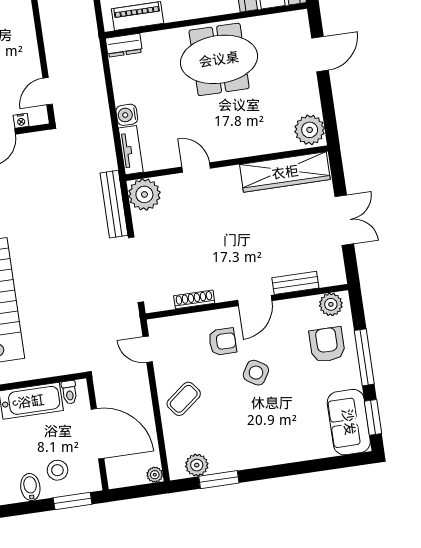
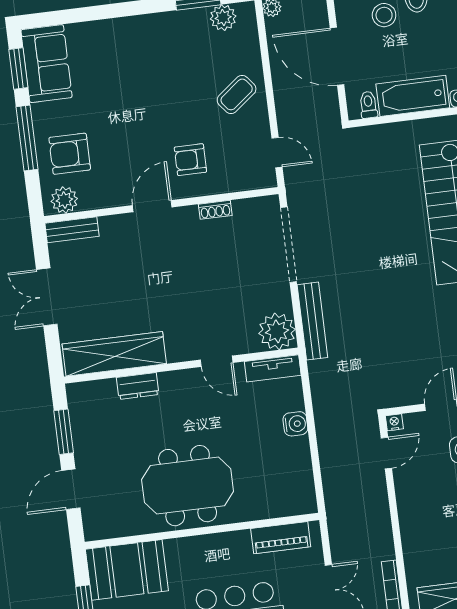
dresser: (124, 45) -> (138, 386), moved, turned 180
window: (327, 104) -> (64, 432), added
nightstand: (21, 121) -> (394, 422), moved
plant: (310, 130) -> (85, 402), removed
tv unit: (131, 150) -> (273, 368), moved, turned -90
bench: (295, 283) -> (72, 230), moved
shoe rack: (194, 299) -> (215, 210), width x0.70
armchair: (327, 345) -> (70, 154), turned 90
side table: (256, 373) -> (153, 123), removed

